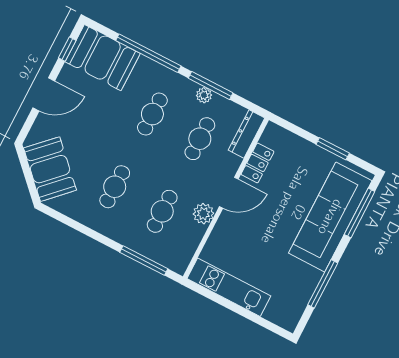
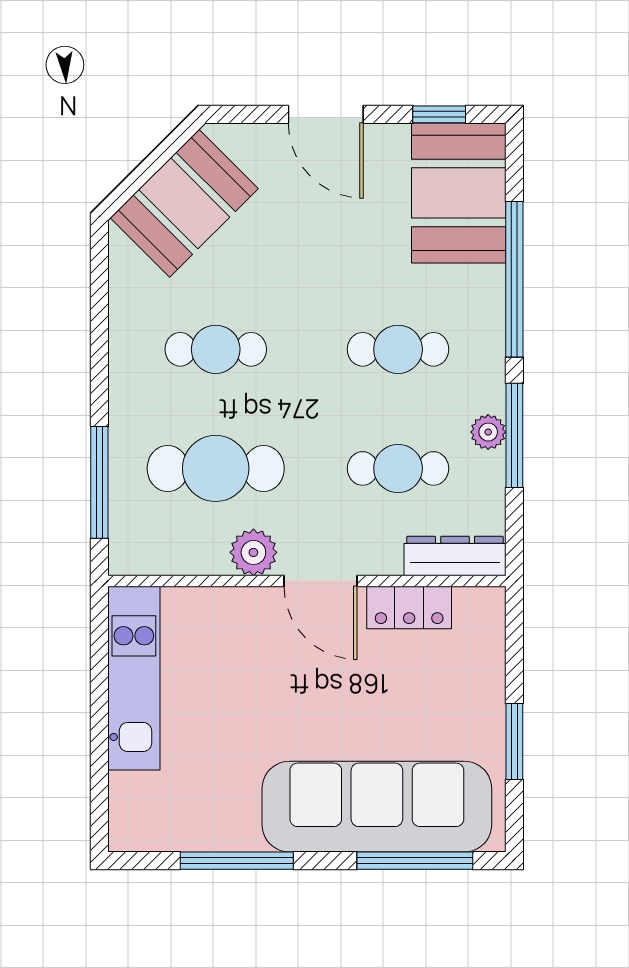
cafe table: (162, 211) -> (216, 468), width x1.37, depth x1.35

